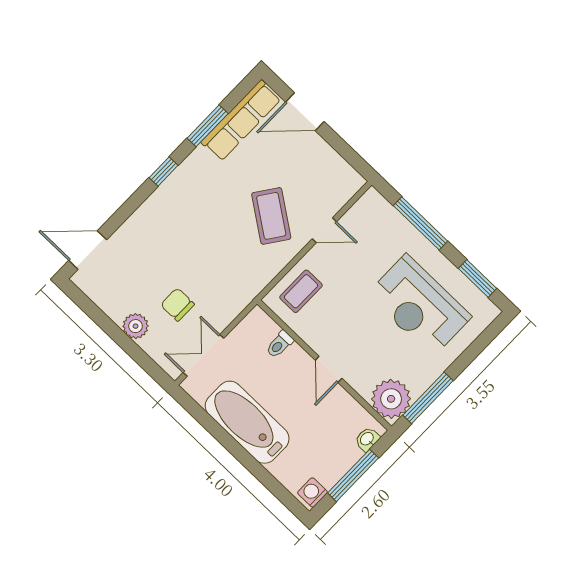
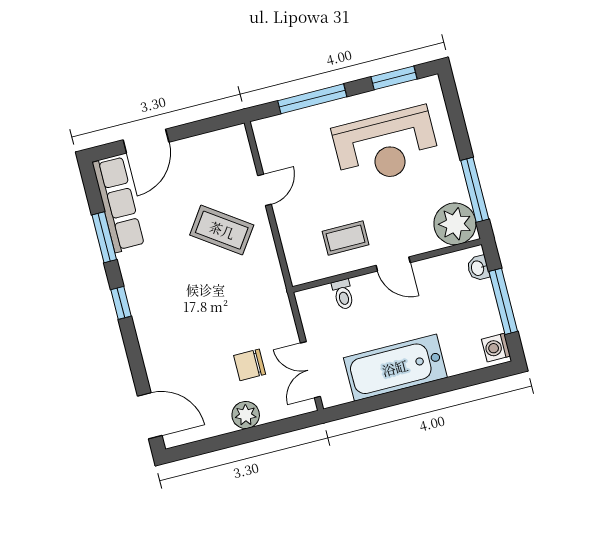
door: (88, 250) -> (150, 416), swing flipped
coffee table: (301, 291) -> (346, 238), moved, turned 90

